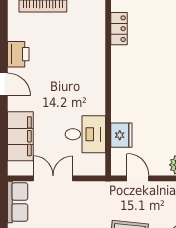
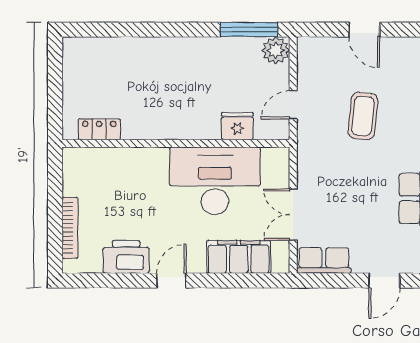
printer: (18, 54) -> (126, 257), width x1.37, depth x1.19
desk: (85, 134) -> (215, 181), width x1.87, depth x1.30

